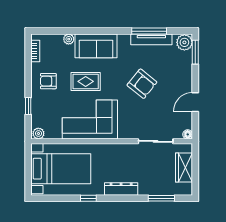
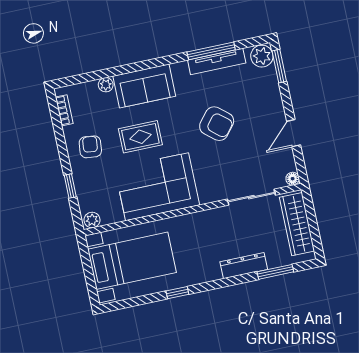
armchair: (48, 81) -> (90, 147), turned 96
wardrobe: (184, 167) -> (297, 224), width x1.50
dresser: (121, 189) -> (244, 266), moved

